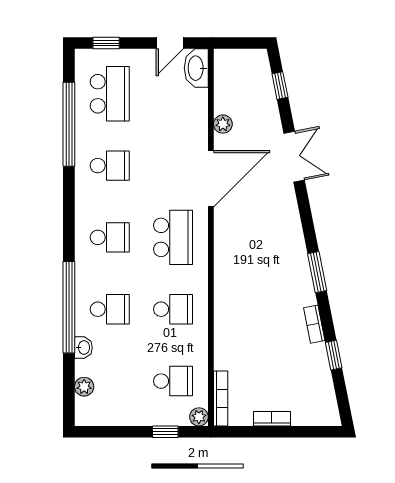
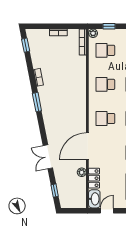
locker: (197, 112) -> (94, 178), added
school desk: (173, 237) -> (105, 118), width x0.54
window: (334, 355) -> (26, 45), moved

